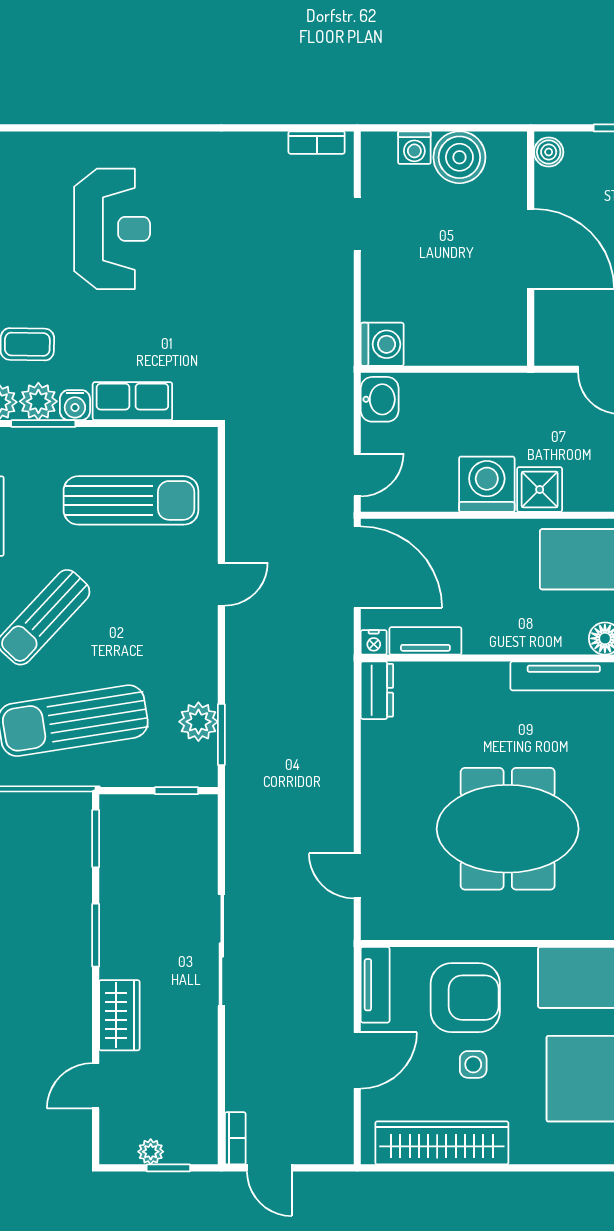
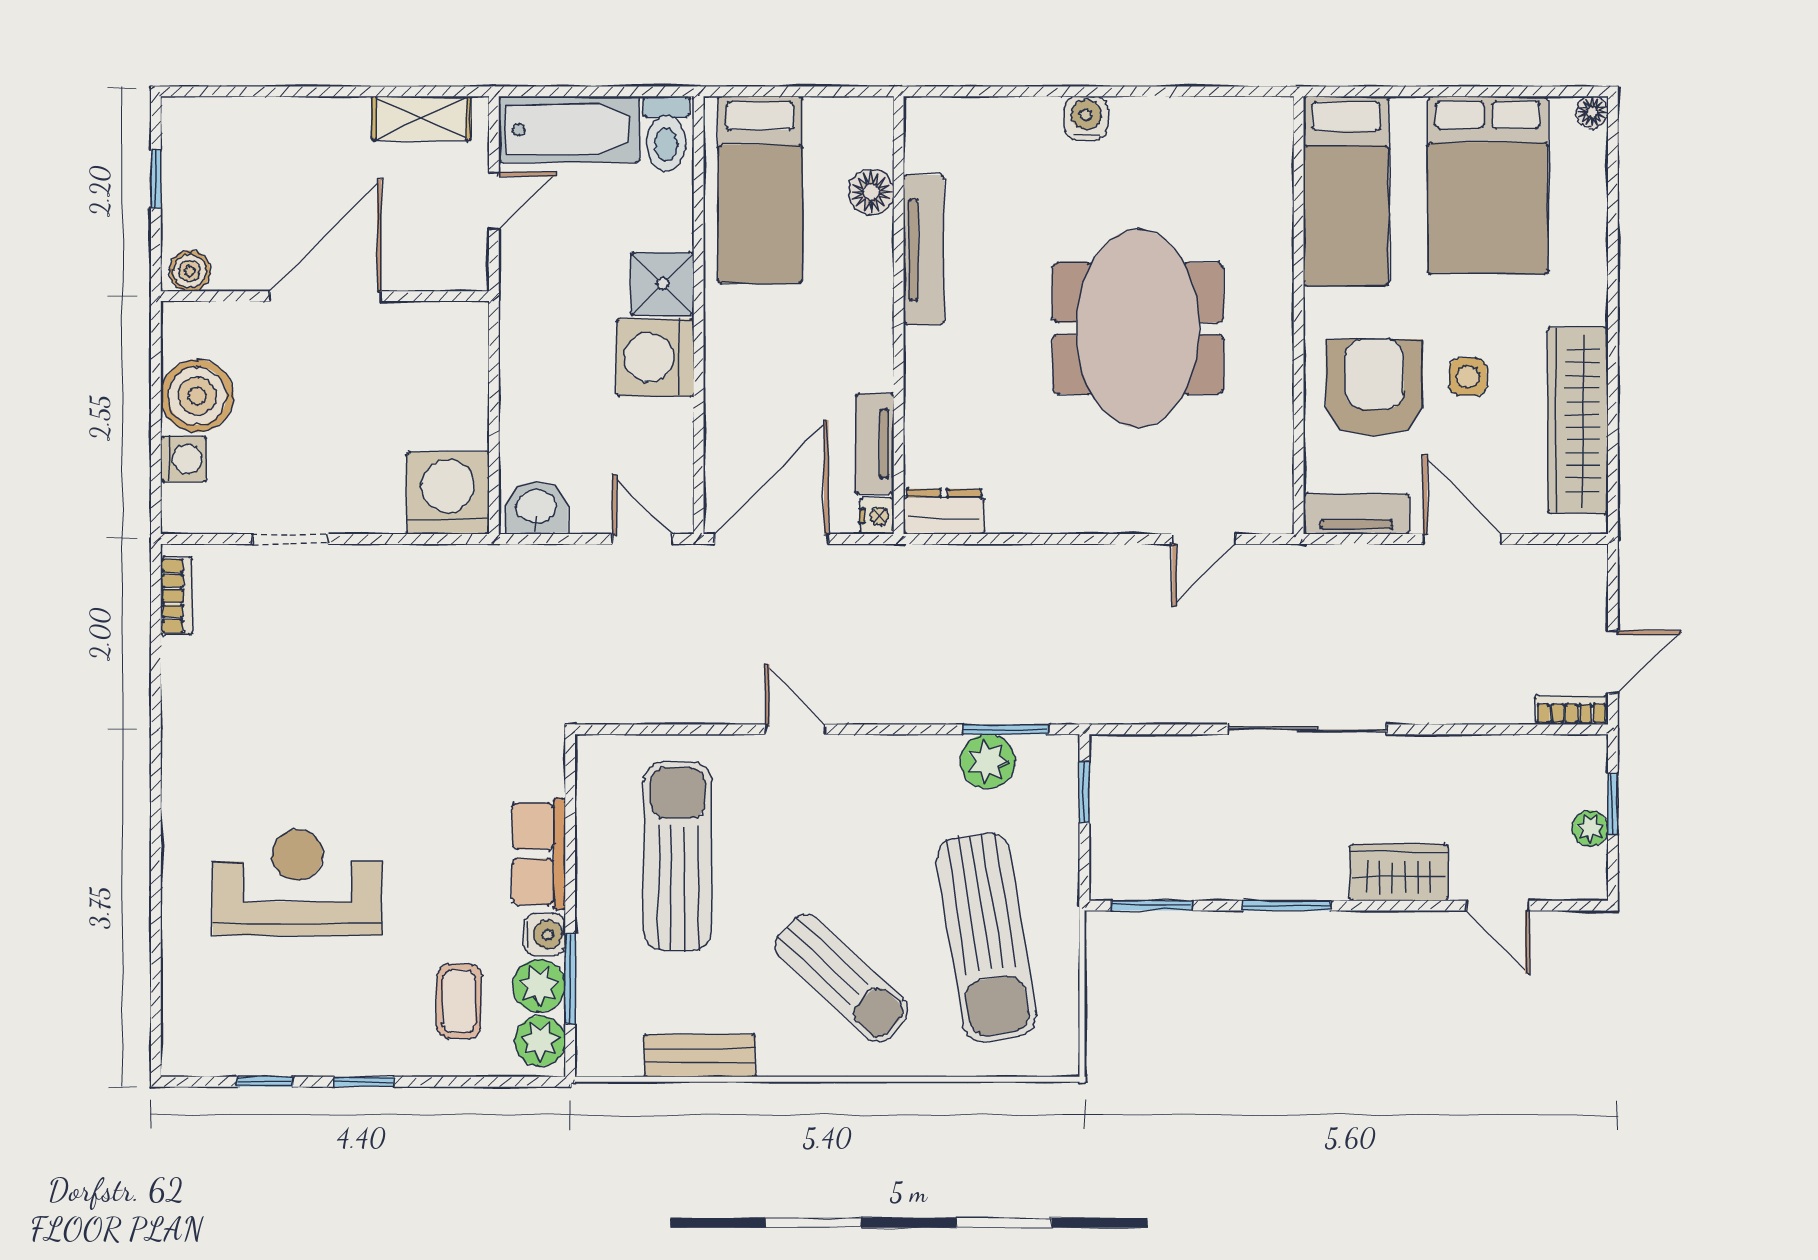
washing machine: (382, 344) -> (448, 493), width x1.37, depth x1.37

